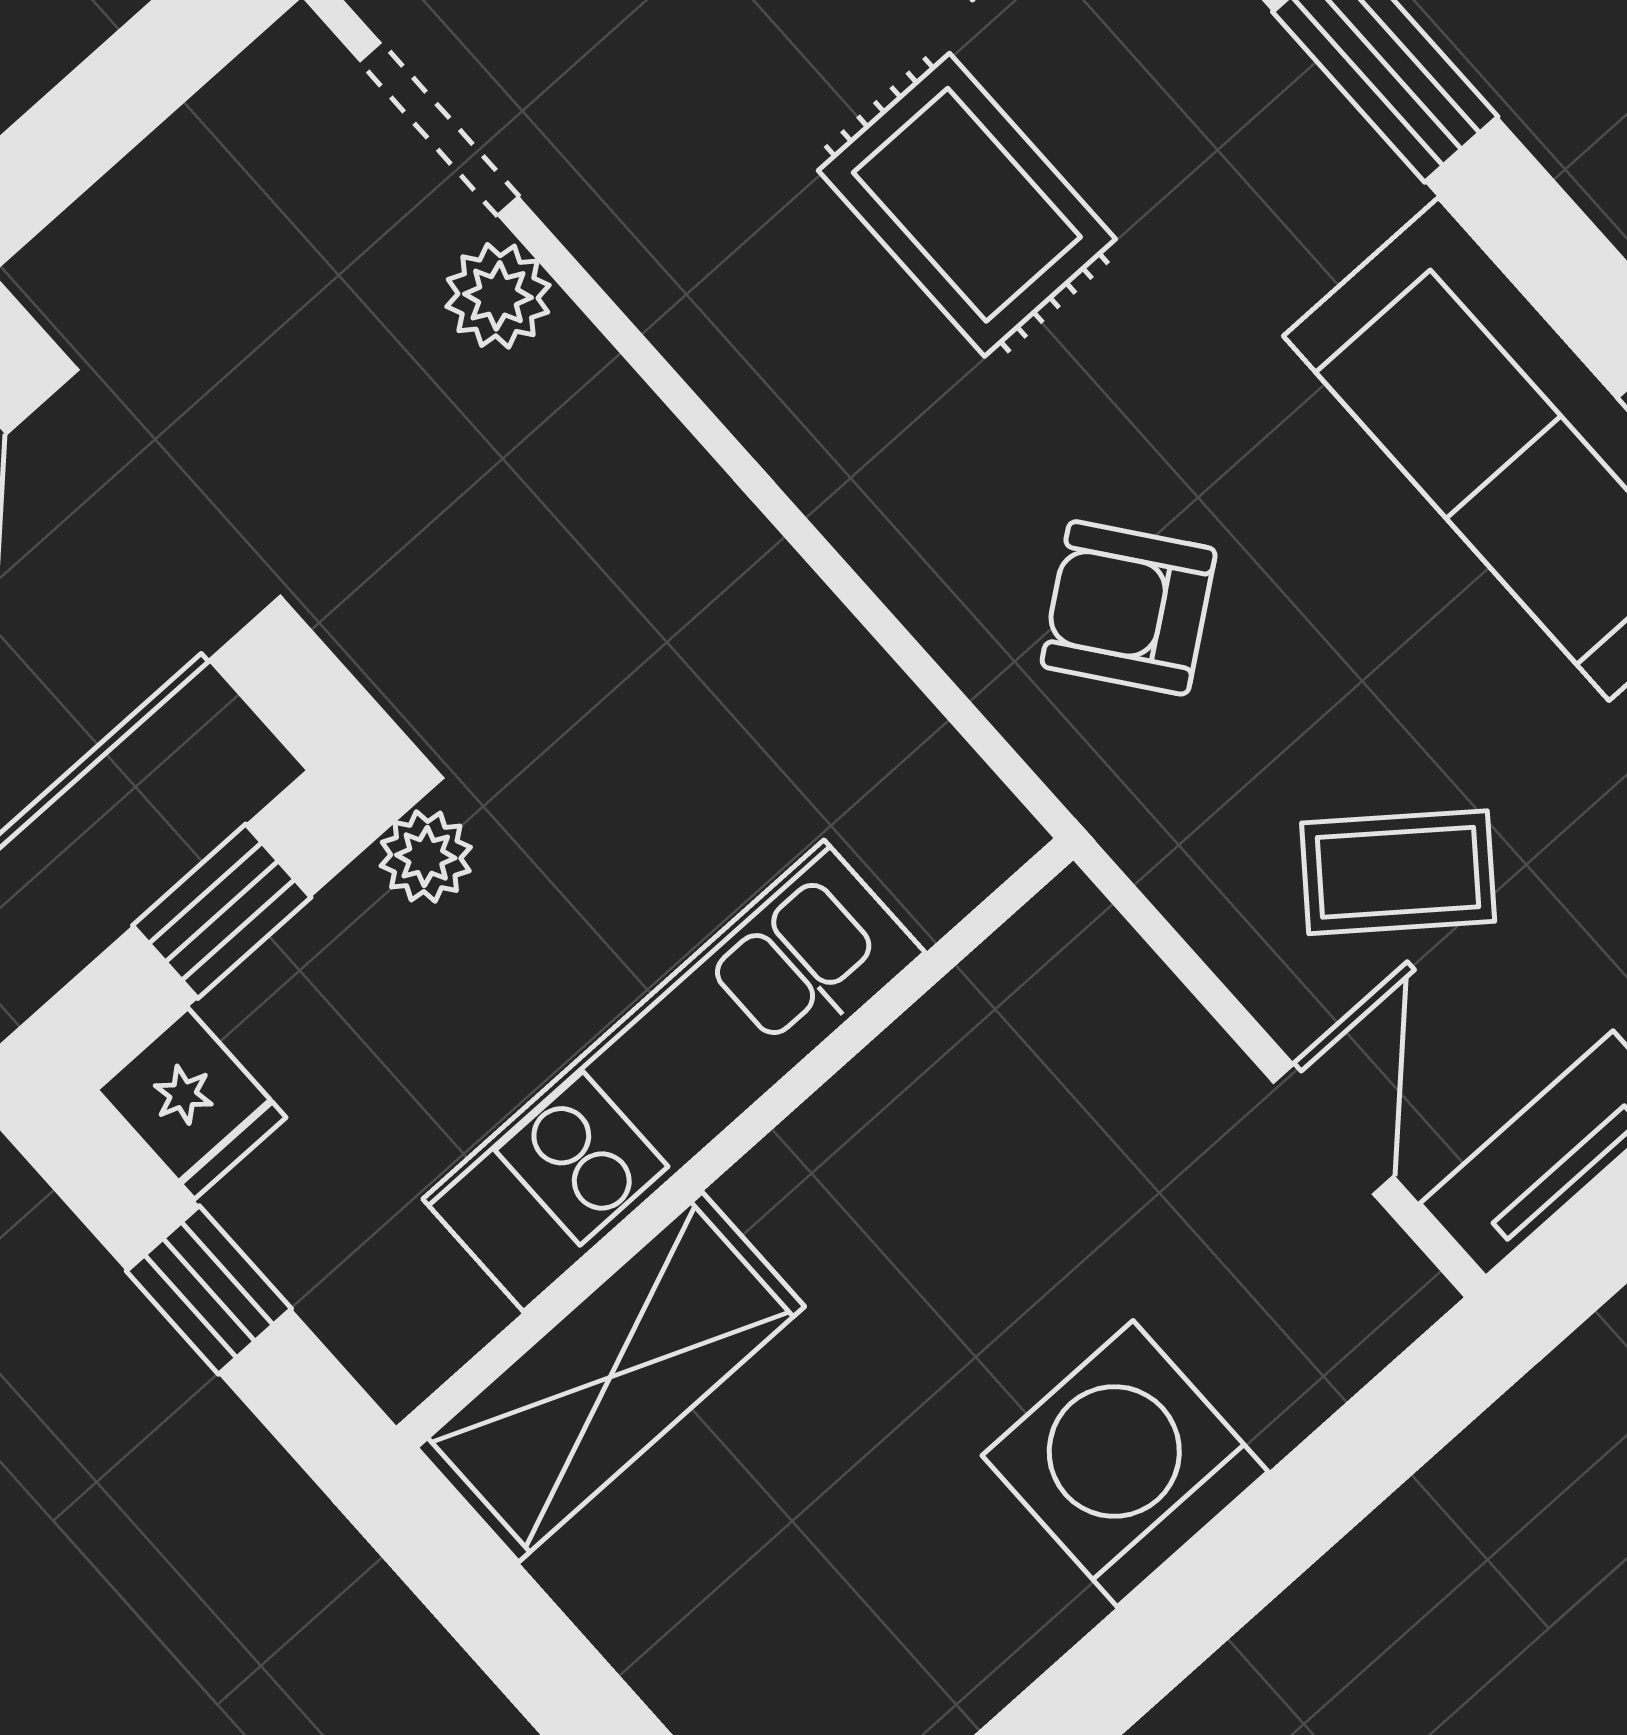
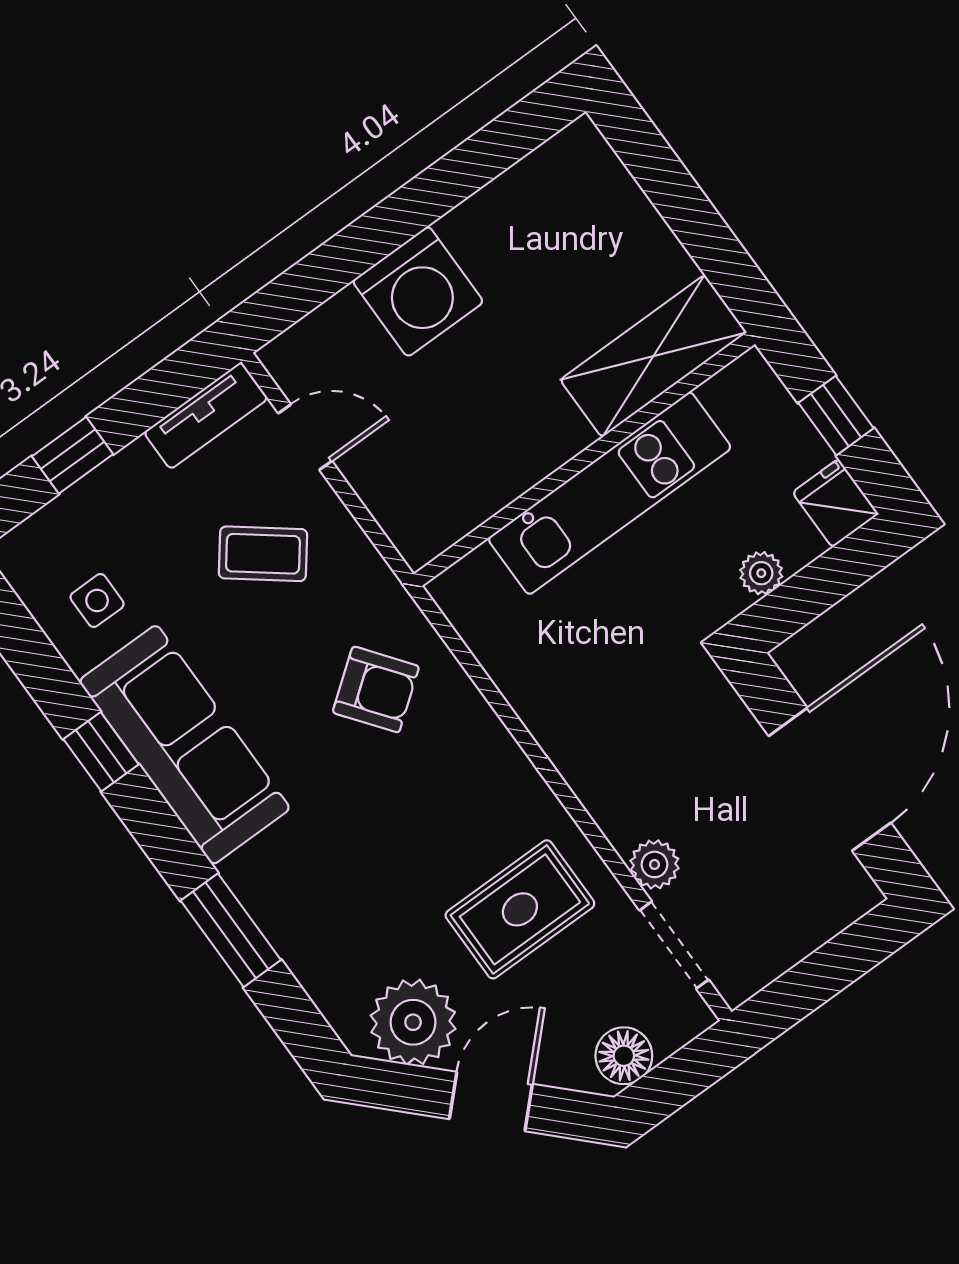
rug: (967, 205) -> (520, 909), moved, turned 90
plant: (426, 856) -> (761, 573), moved
window: (222, 911) -> (812, 591), removed
door: (1334, 1129) -> (305, 437), swing flipped

